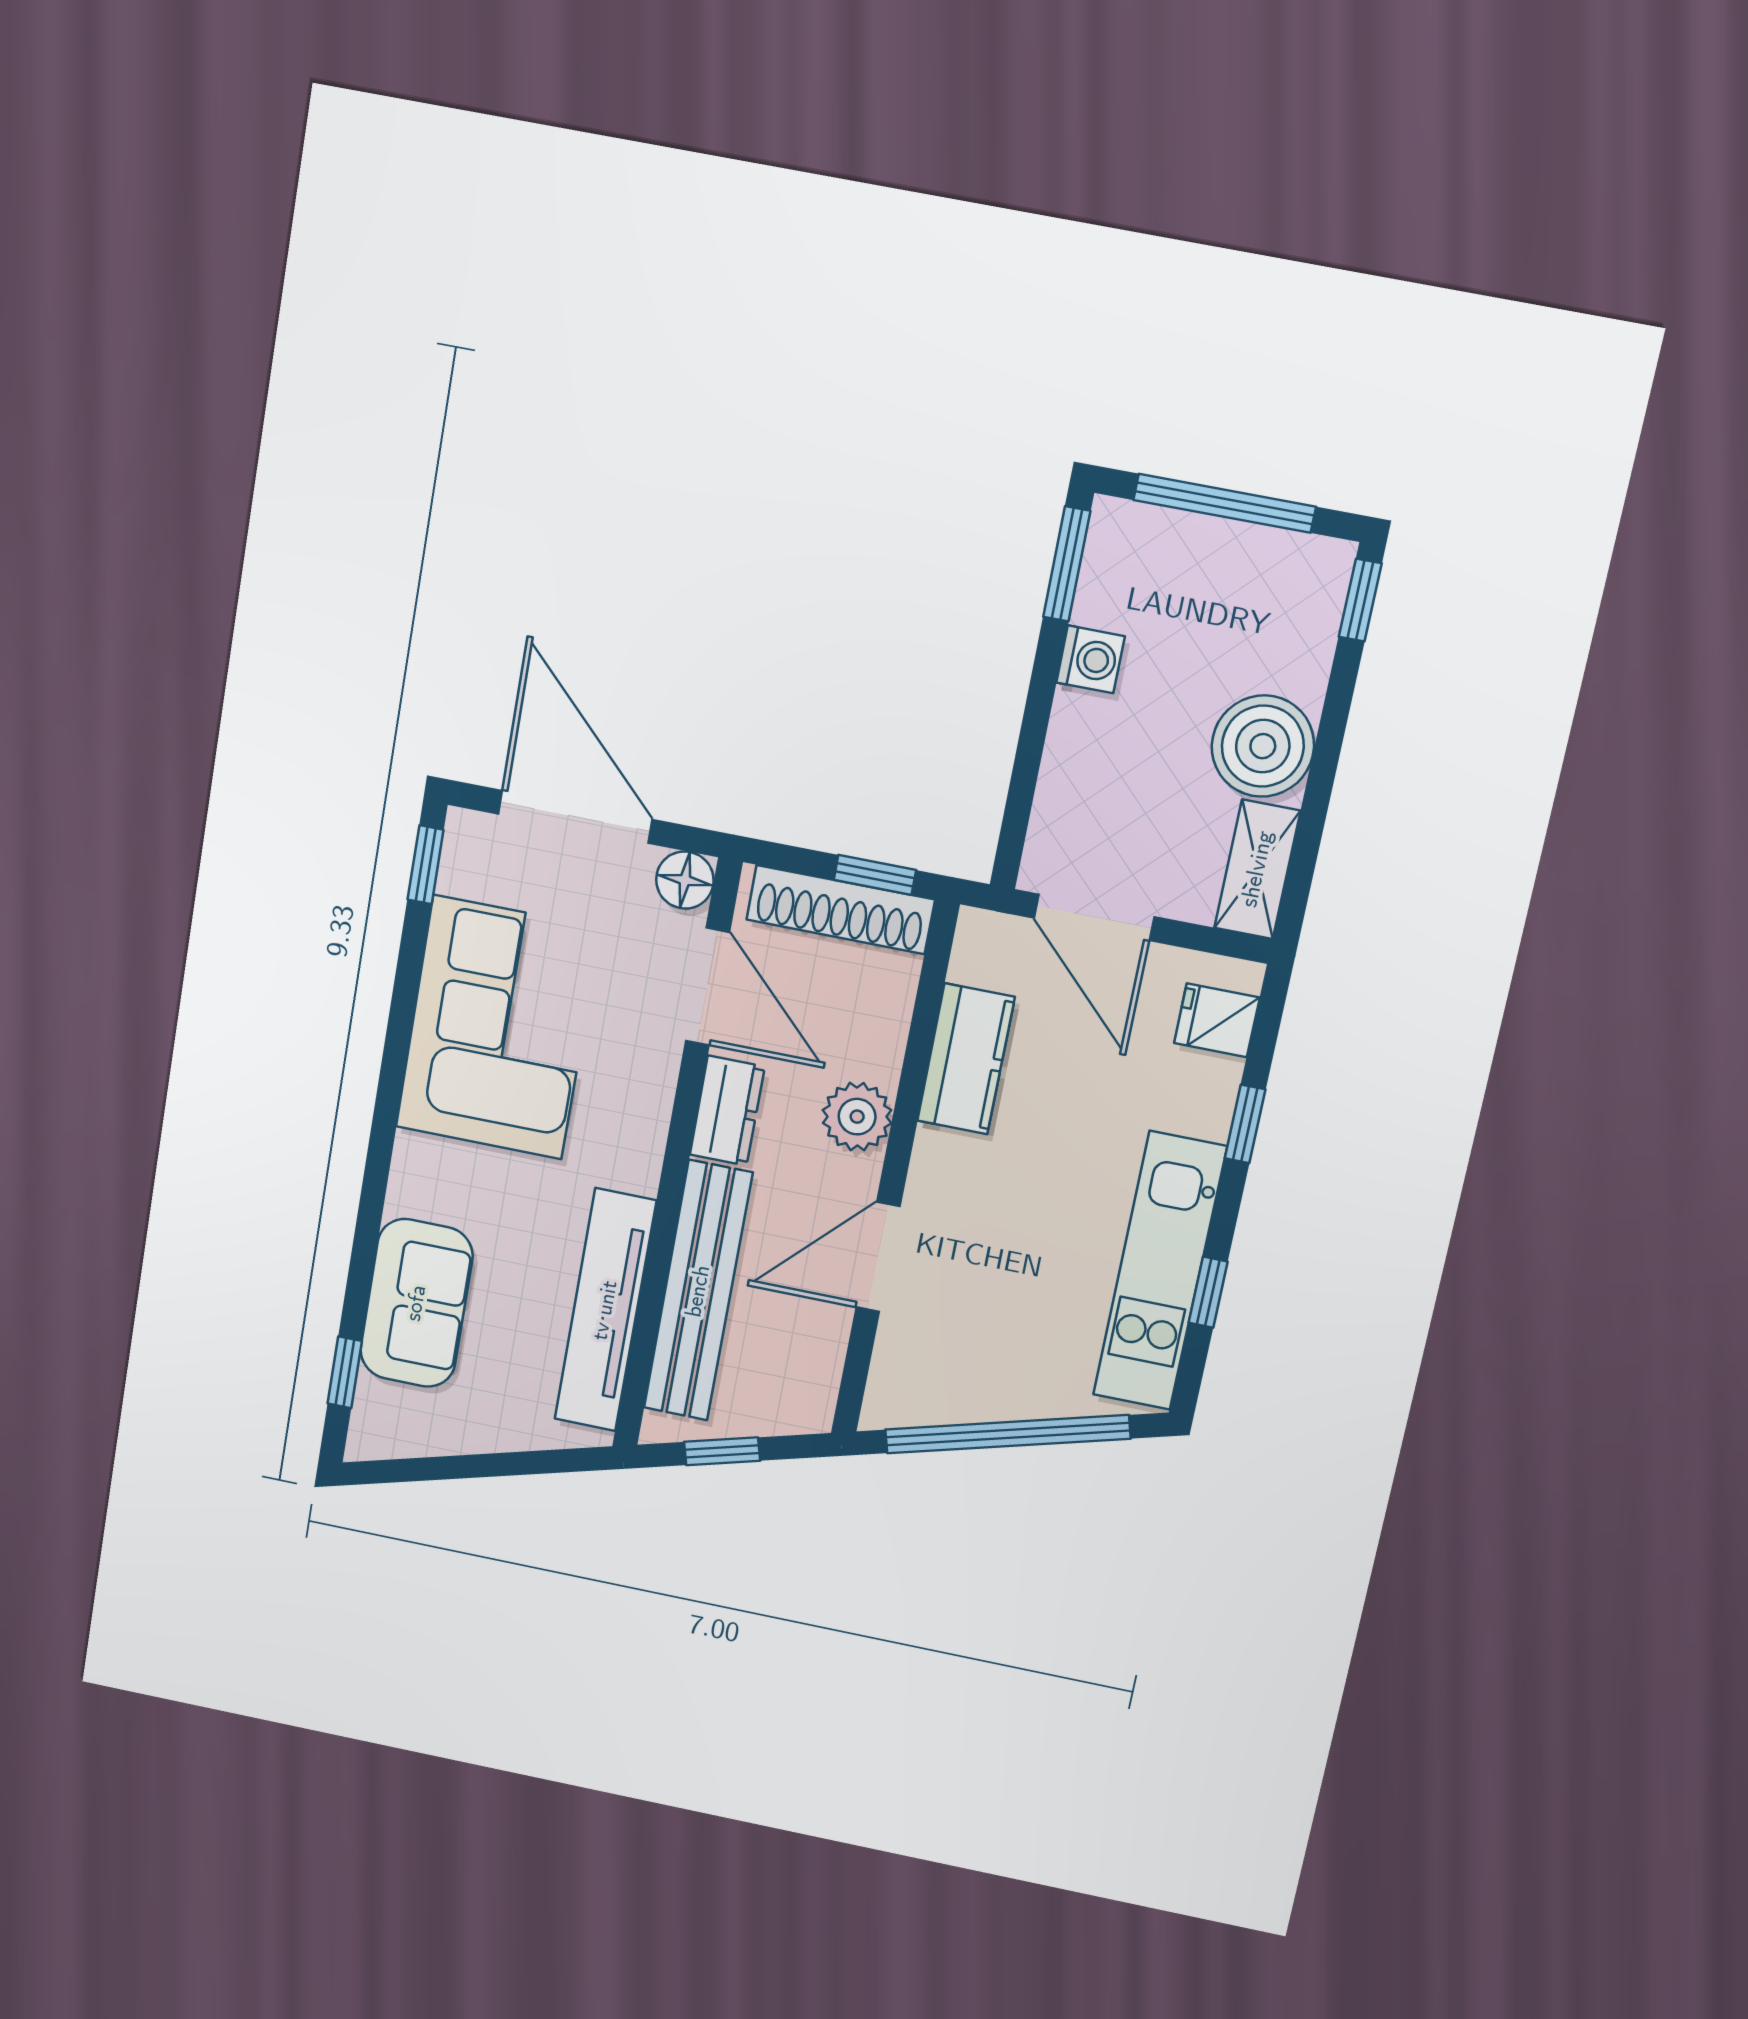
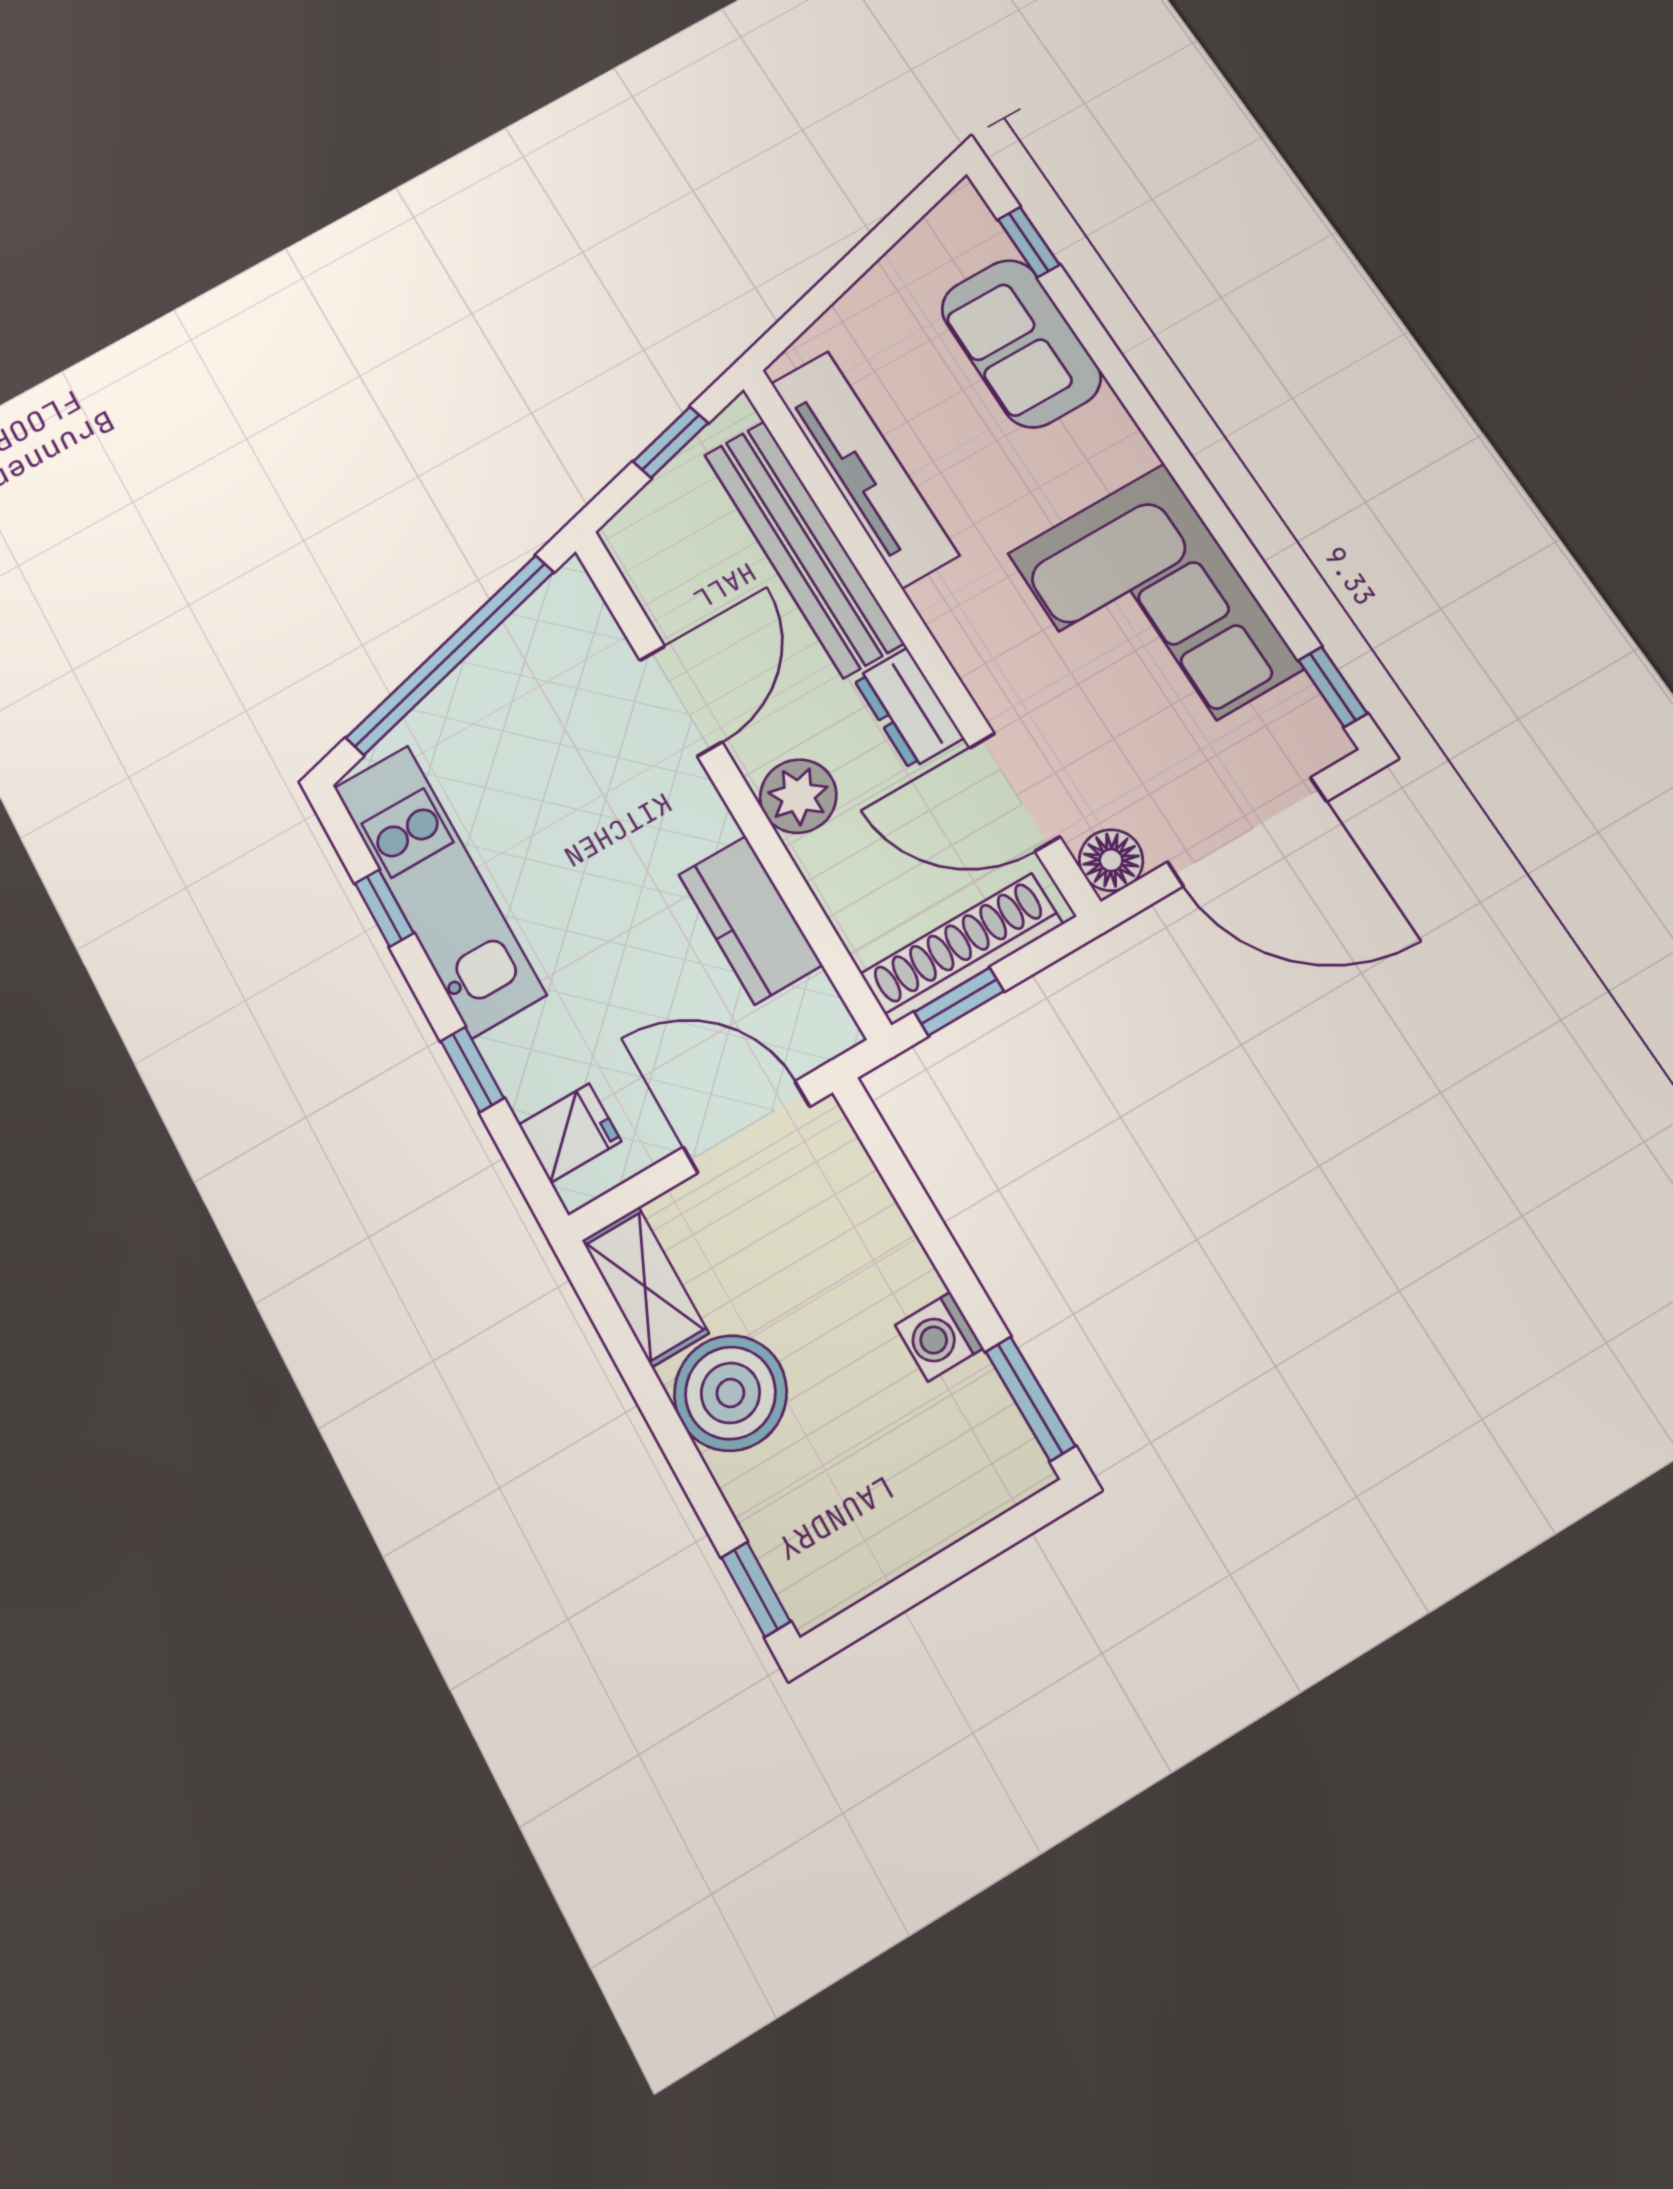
window: (1225, 503) -> (943, 1569), removed

